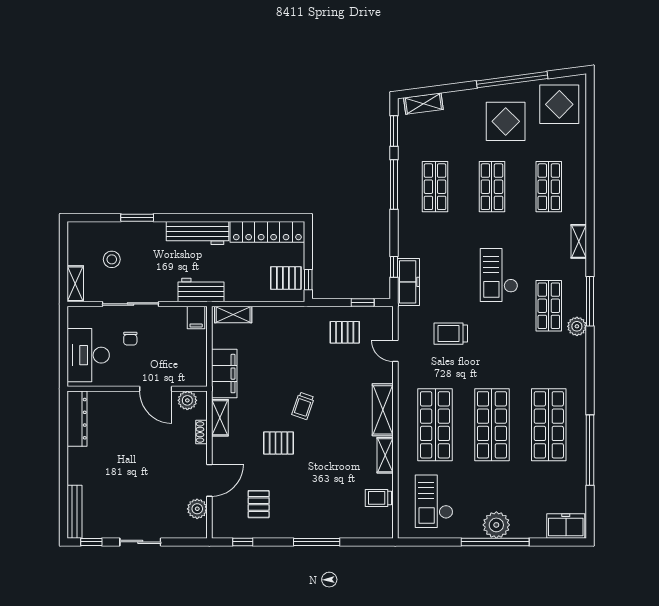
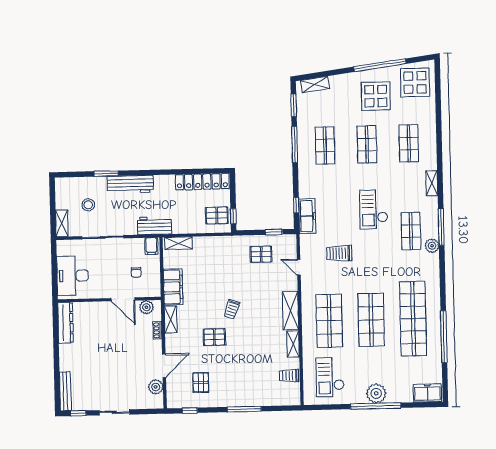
workbench: (197, 233) -> (130, 184), moved
chair: (130, 339) -> (136, 272), moved
shop shelf: (549, 425) -> (413, 319), width x1.40

